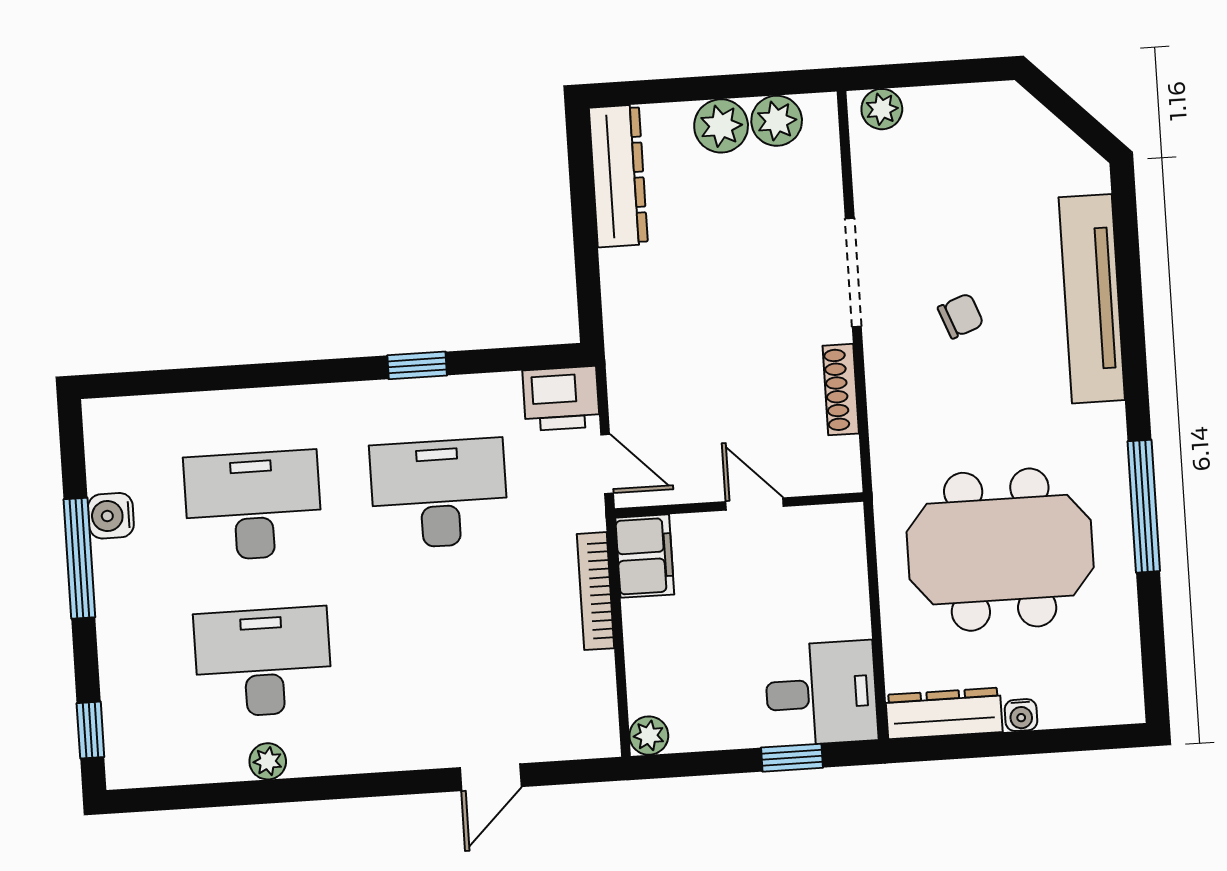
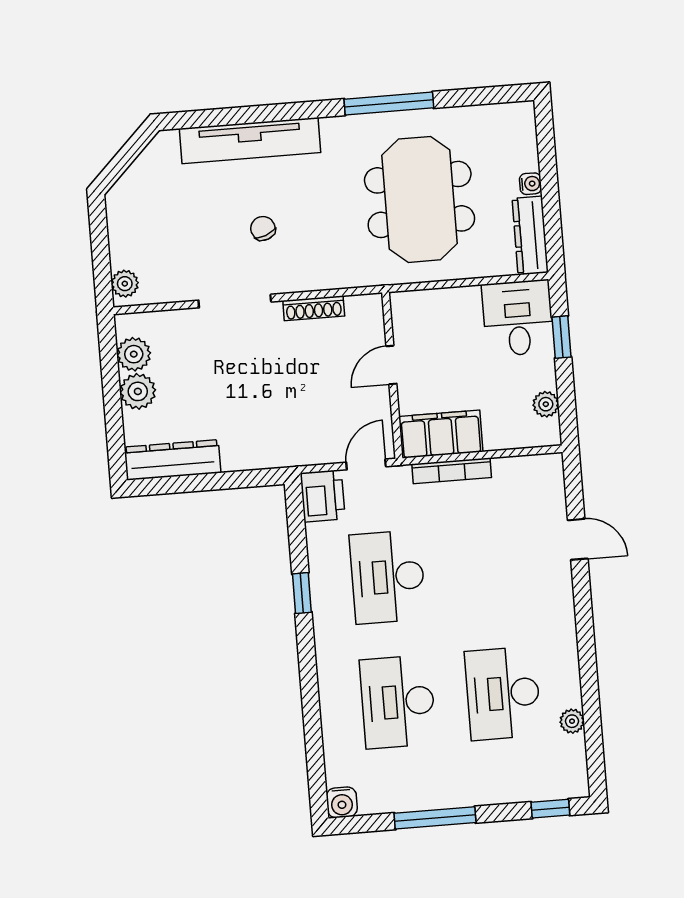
water cooler: (111, 516) -> (342, 802), moved
filing cabinet: (645, 556) -> (441, 434), width x1.50, depth x1.17
plant: (649, 736) -> (546, 404), moved
plant: (268, 761) -> (572, 721), moved

